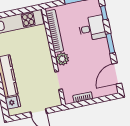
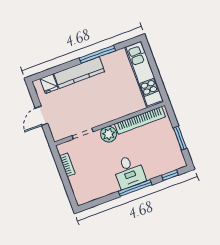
desk: (92, 28) -> (129, 172), moved
window: (110, 43) -> (135, 188), width x1.44
door: (117, 74) -> (101, 201), removed

